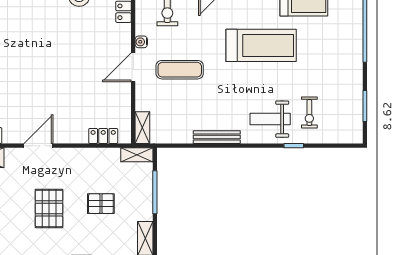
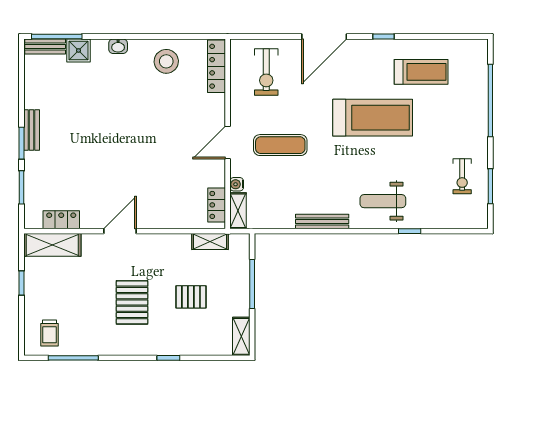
water cooler: (141, 42) -> (237, 184), moved
exercise bike: (309, 112) -> (462, 176), moved
locker: (103, 136) -> (217, 205), moved, turned -90
shelving: (137, 155) -> (210, 242), moved

